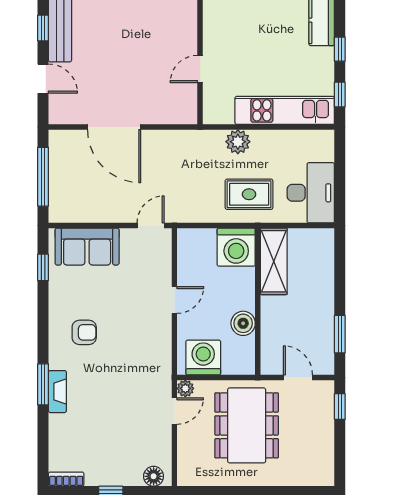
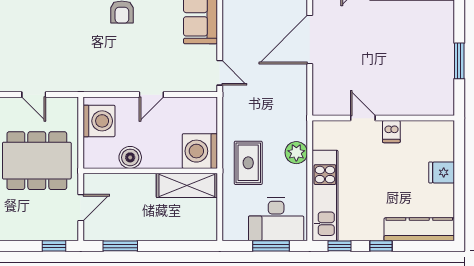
dishwasher: (215, 38) -> (391, 132), added
window: (340, 169) -> (271, 246), added
desk: (311, 193) -> (276, 219), moved
door: (174, 300) -> (151, 95), hinge flipped
plant: (185, 388) -> (71, 105), removed
door: (174, 411) -> (34, 95), moved

